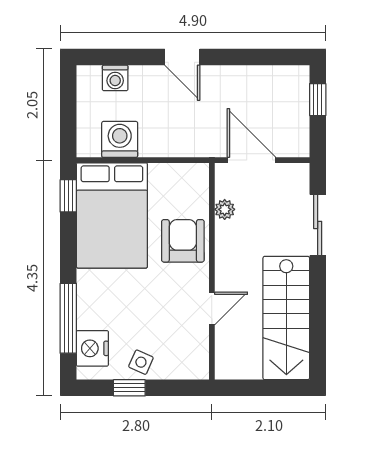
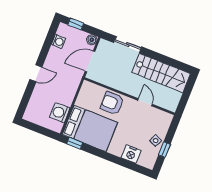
washing machine: (115, 78) -> (58, 41), moved
boiler: (298, 146) -> (92, 40), added
plant: (225, 209) -> (106, 81), removed
window: (68, 318) -> (125, 163), removed
nightstand: (92, 348) -> (131, 154), moved

